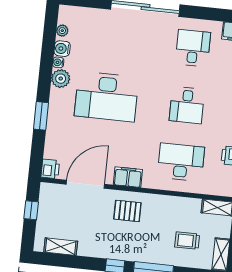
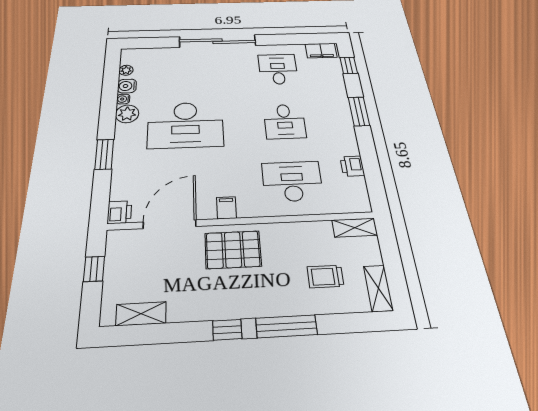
filing cabinet: (128, 177) -> (226, 208), width x0.50
pallet: (127, 211) -> (233, 250), width x1.50, depth x1.42

